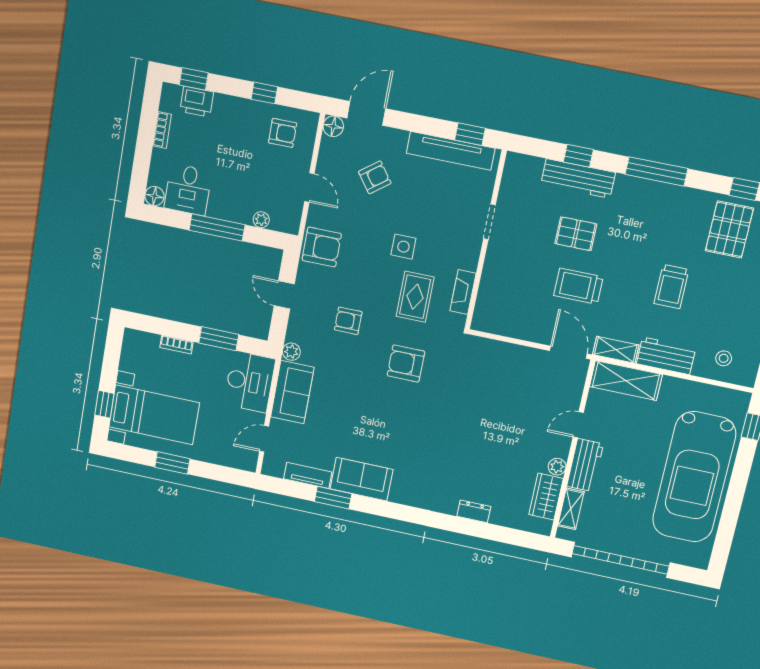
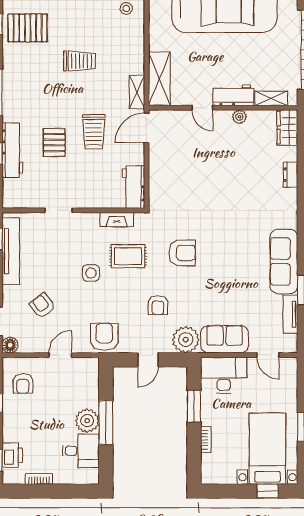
armchair: (283, 133) -> (23, 384), turned 180
floor lamp: (155, 196) -> (91, 477), removed
plant: (261, 220) -> (87, 421), moved, width x1.87, depth x1.87
plant: (291, 352) -> (186, 340), width x1.88, depth x1.88
workbench: (666, 356) -> (134, 187), moved
armchair: (406, 363) -> (182, 253), turned -90
sofa: (362, 479) -> (284, 261), width x1.36
wardrobe: (546, 497) -> (287, 128), moved, turned 90

